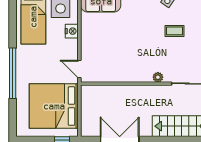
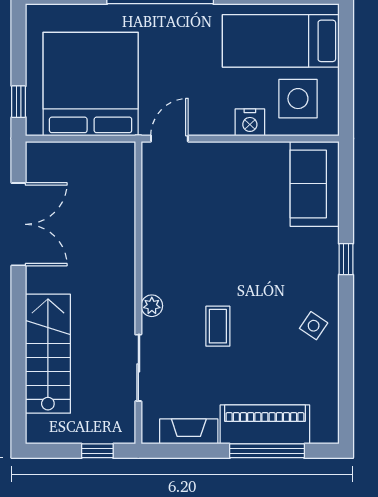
coffee table: (175, 31) -> (218, 326), moved

